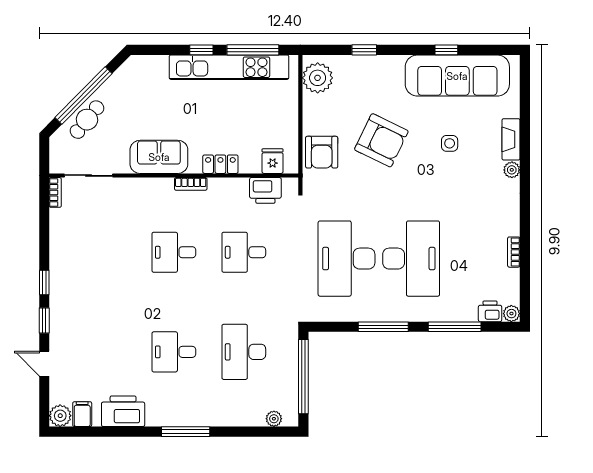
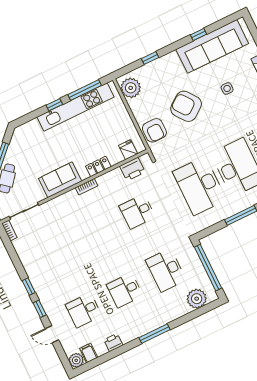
armchair: (381, 140) -> (186, 106), turned -153
desk: (174, 252) -> (84, 310), moved
printer: (123, 411) -> (113, 343), width x0.53, depth x0.68
plant: (274, 419) -> (197, 299), width x1.87, depth x1.87

